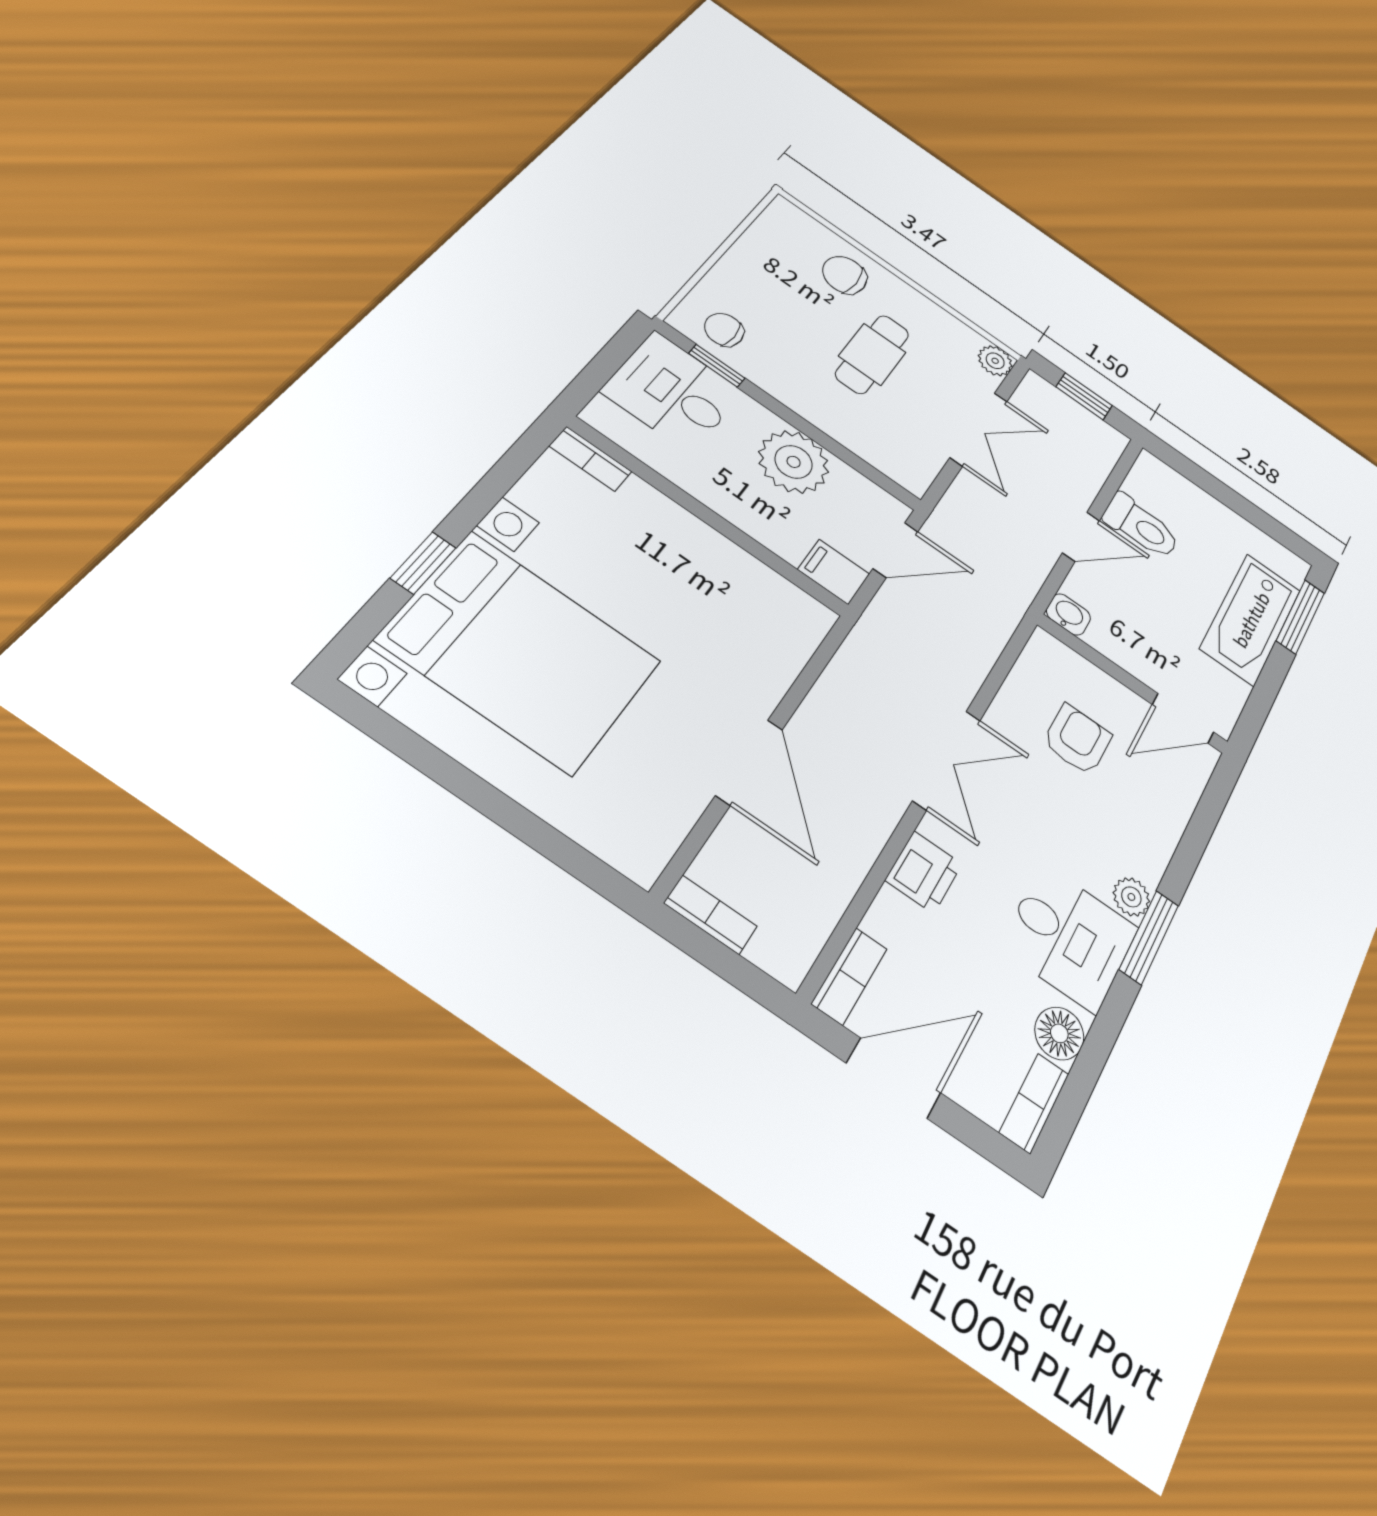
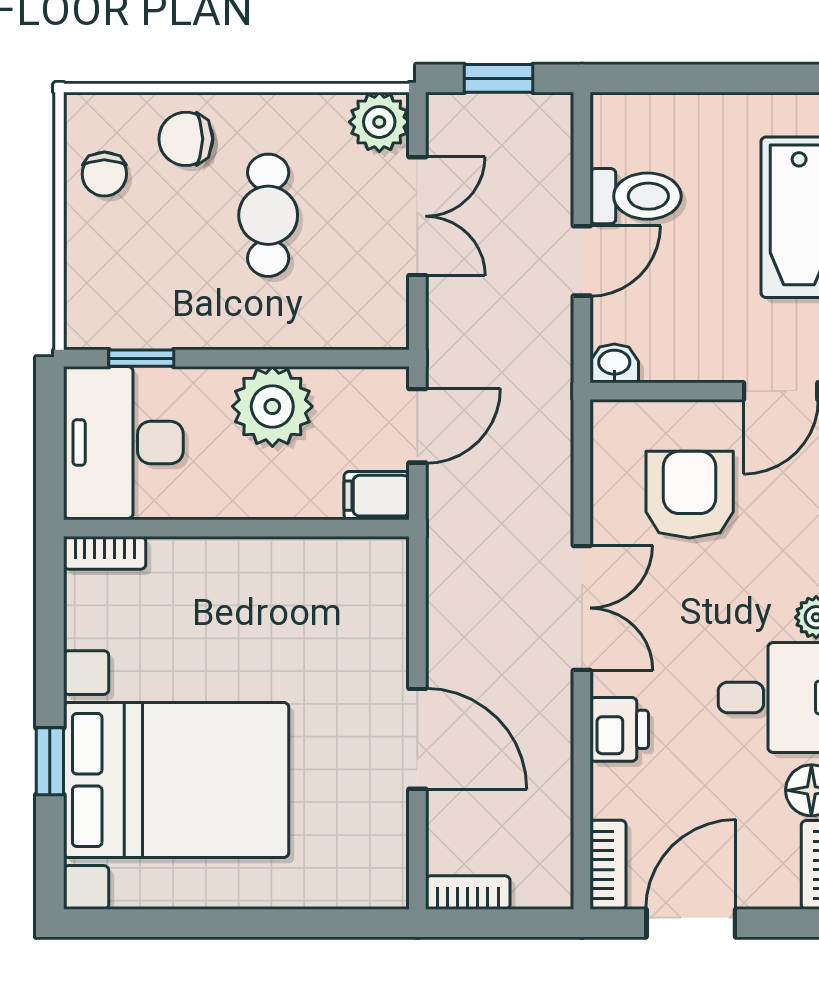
chair: (724, 330) -> (104, 174), moved, turned -90
plant: (995, 361) -> (379, 122), width x1.38, depth x1.38
desk: (673, 392) -> (123, 442), width x1.37
armchair: (1077, 739) -> (690, 495), width x1.38, depth x1.38

